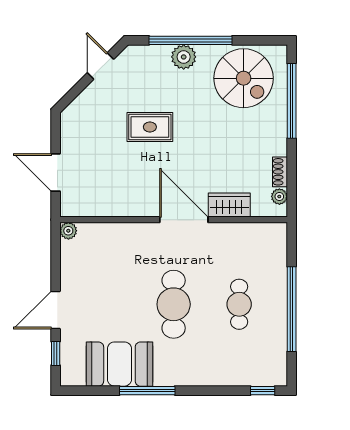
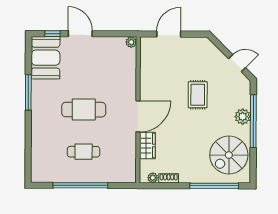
booth: (119, 364) -> (45, 58), moved
window: (263, 391) -> (28, 167), removed

